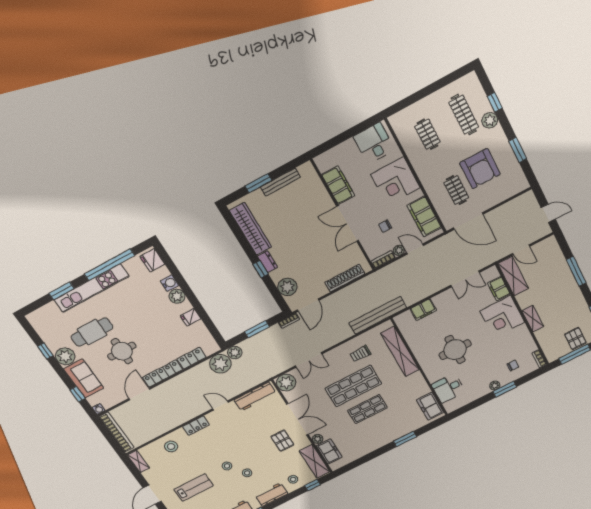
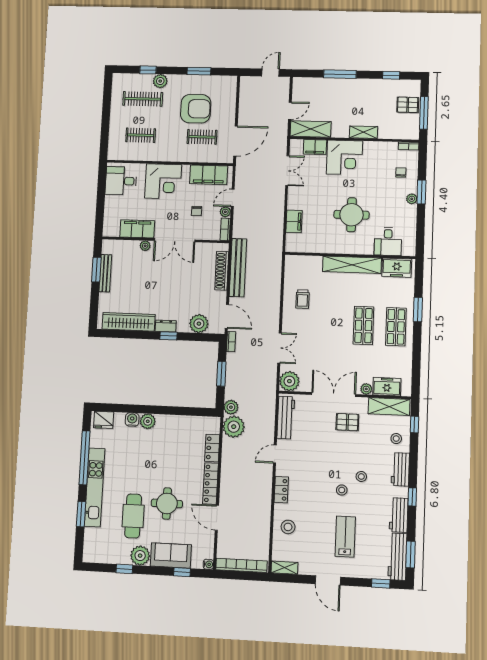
window: (258, 183) -> (96, 270), moved
plant: (327, 201) -> (145, 246), added
bench: (378, 315) -> (238, 268), moved
fridge: (191, 317) -> (174, 423), removed
shelving: (400, 352) -> (352, 265), moved
shop shelf: (353, 386) -> (396, 327), moved, width x0.70, depth x0.74

